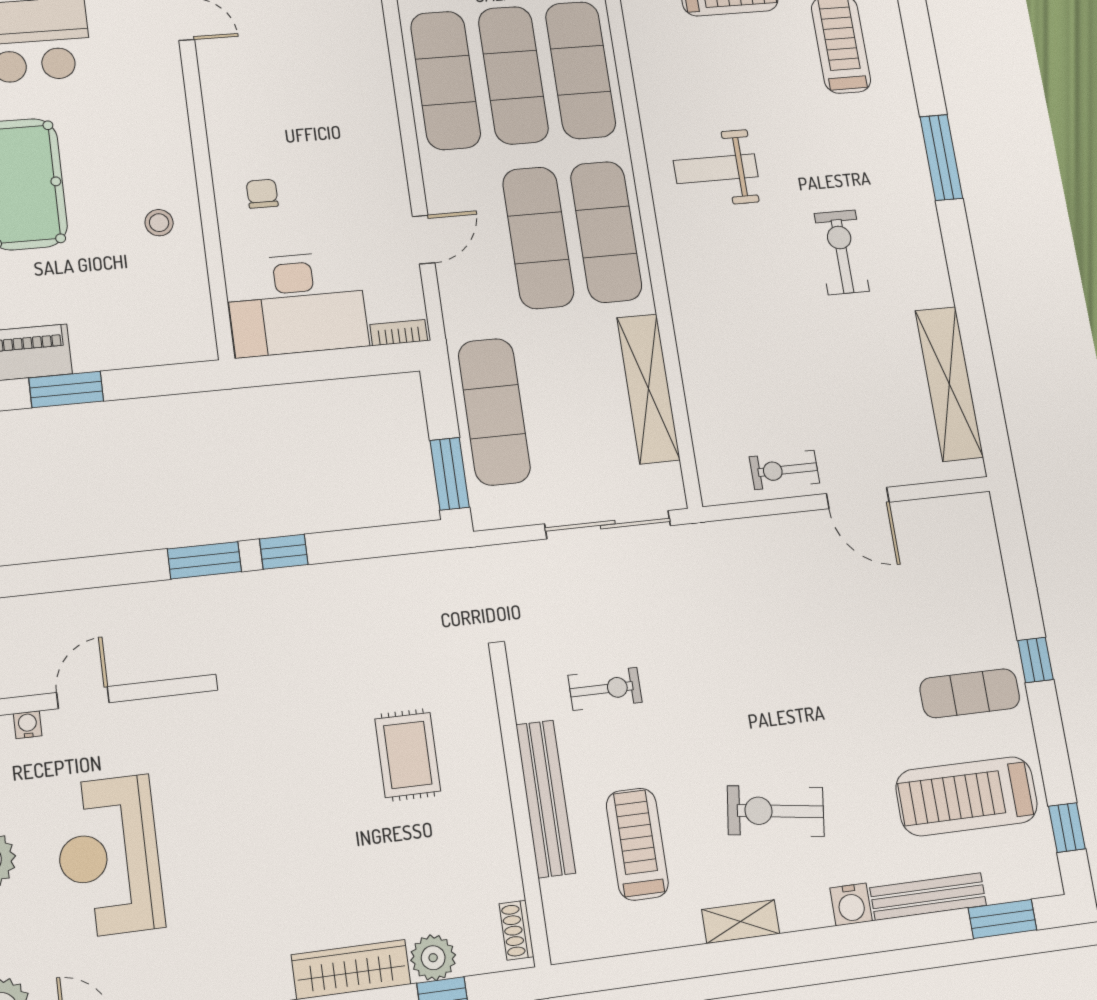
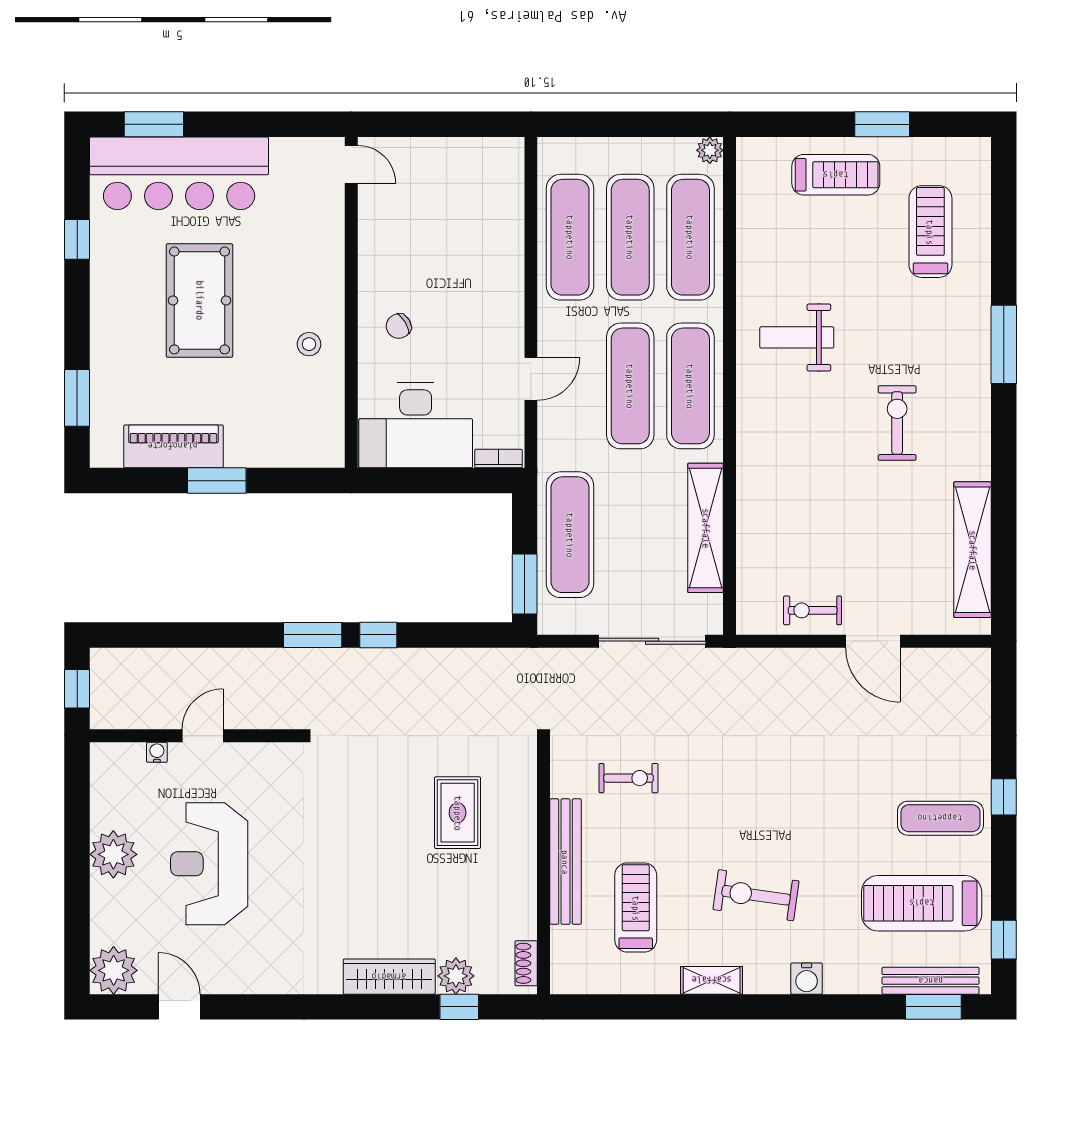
chair: (262, 194) -> (399, 326), turned -121
bench: (928, 897) -> (931, 981), moved

